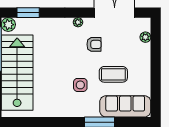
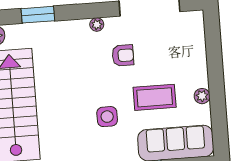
window: (28, 13) -> (38, 15), moved
plant: (145, 37) -> (202, 96), moved

